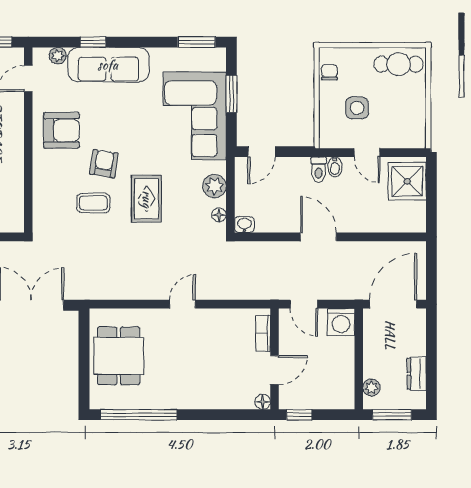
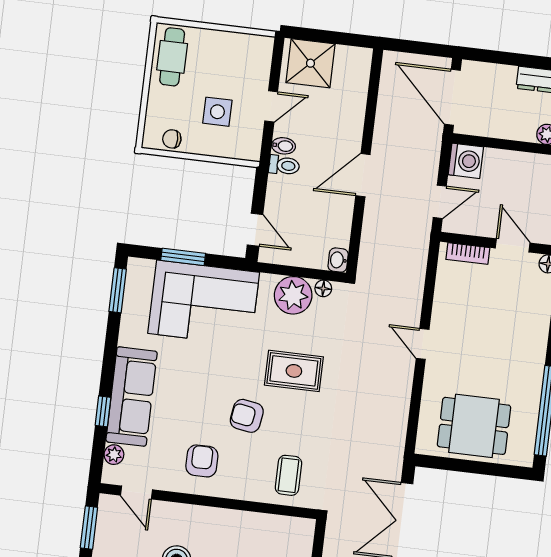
armchair: (61, 130) -> (202, 461), width x0.72, depth x0.72
plant: (214, 186) -> (293, 295), width x1.36, depth x1.36
coffee table: (93, 203) -> (288, 475), moved

